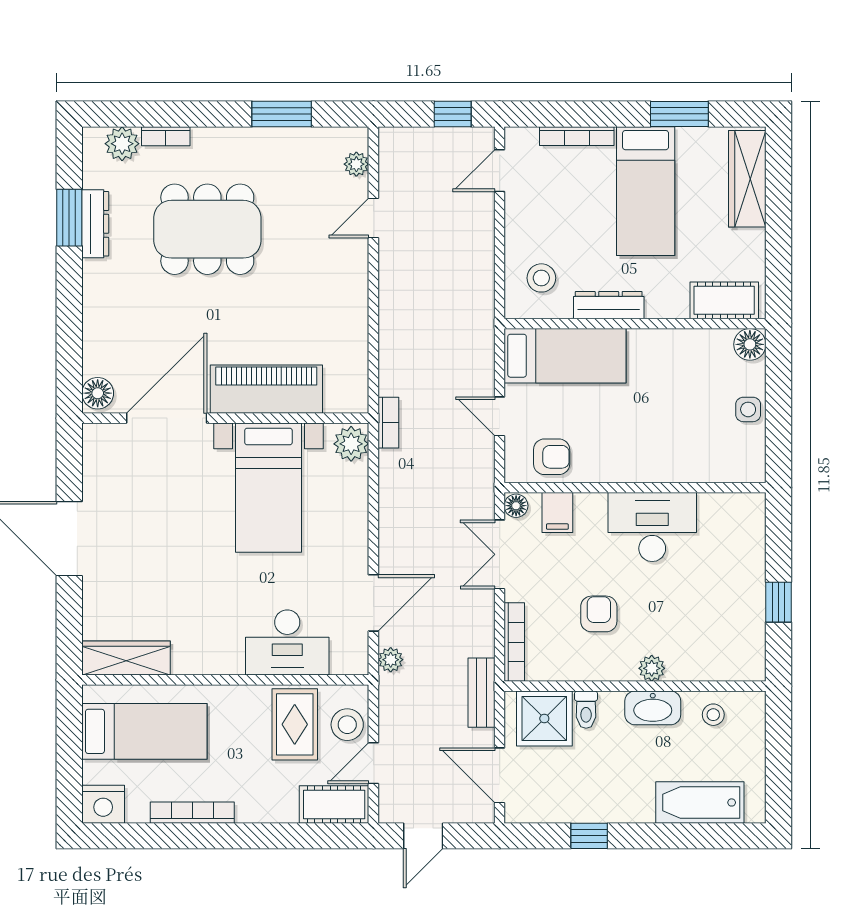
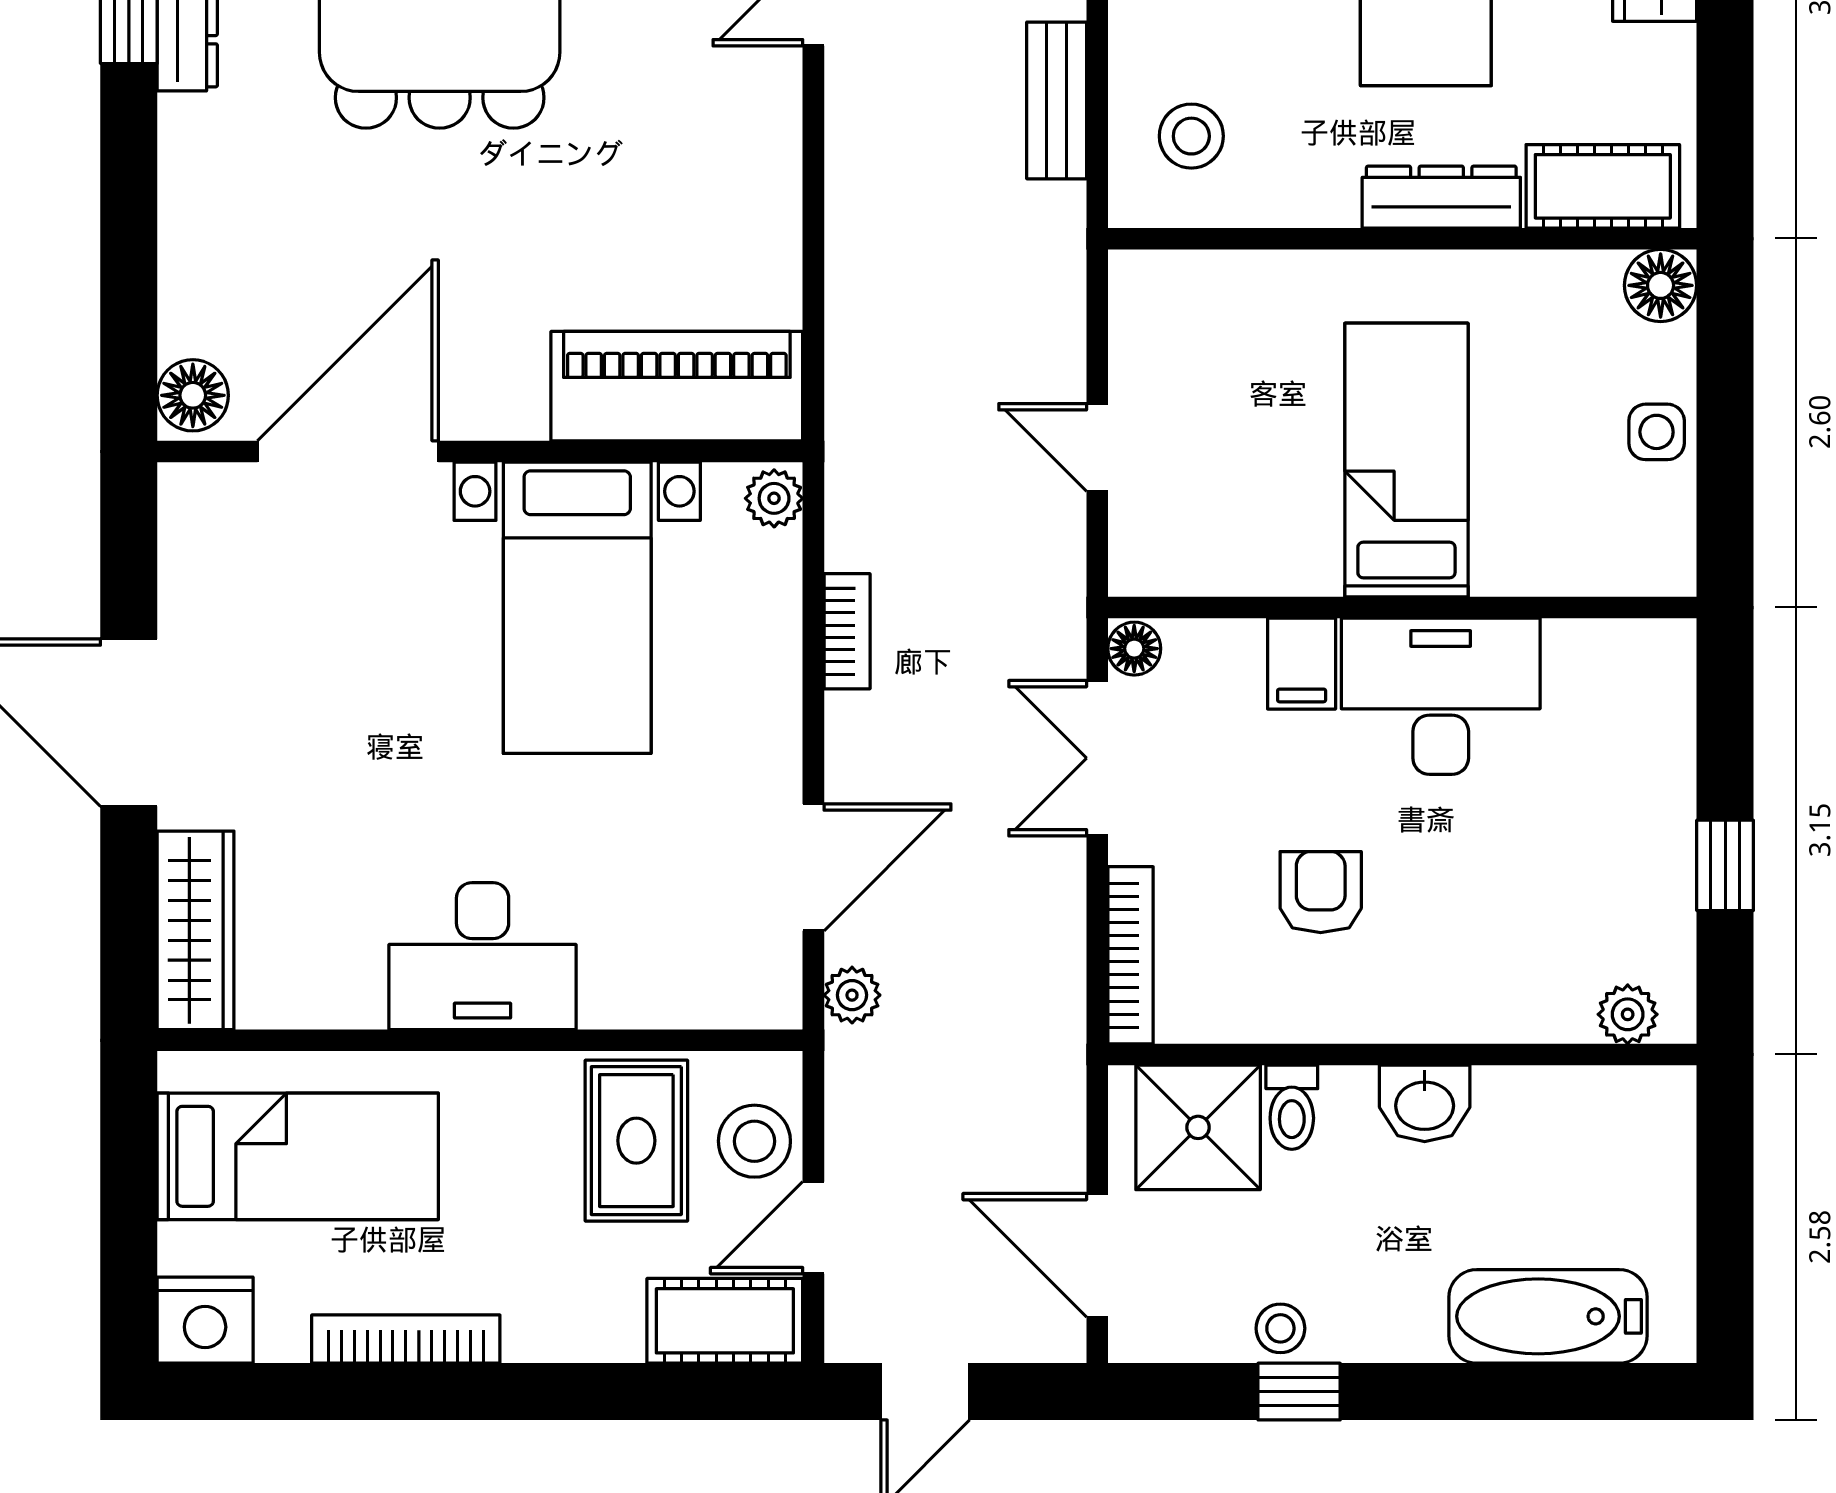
dresser: (609, 305) -> (1441, 197), moved
bed: (565, 356) -> (1406, 460), moved, turned -90
piano: (266, 389) -> (677, 386), moved
bookcase: (388, 423) -> (847, 631), moved
plant: (351, 444) -> (774, 498), width x0.73, depth x0.73
armchair: (552, 457) -> (1214, 538), removed
filing cabinet: (557, 512) -> (1302, 664), moved
desk: (287, 642) -> (483, 956), moved
wardrobe: (126, 658) -> (196, 930), moved, turned 90
plant: (652, 668) -> (1628, 1014), moved
bench: (481, 693) -> (1057, 100), moved
washbasin: (653, 708) -> (1425, 1103), width x0.72
stool: (713, 715) -> (1280, 1328), moved

